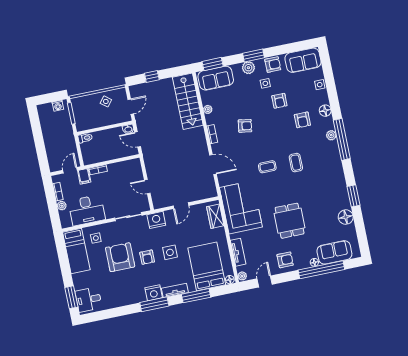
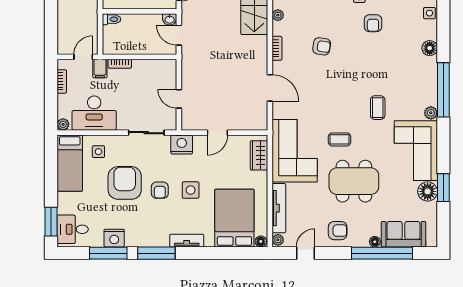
armchair: (302, 120) -> (398, 54), removed
plant: (331, 135) -> (431, 113), moved
coffee table: (267, 167) -> (340, 139), moved
corner sofa: (331, 189) -> (416, 151), added
window: (353, 196) -> (443, 188), moved
plant: (62, 206) -> (63, 124), moved
dining table: (290, 221) -> (354, 181), width x1.38
tv unit: (238, 252) -> (279, 208), width x1.41
nightstand: (154, 293) -> (114, 238), moved
window: (196, 296) -> (108, 253), moved

